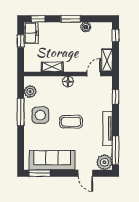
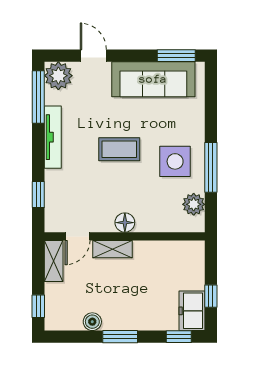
shelving: (52, 67) -> (113, 249), moved

